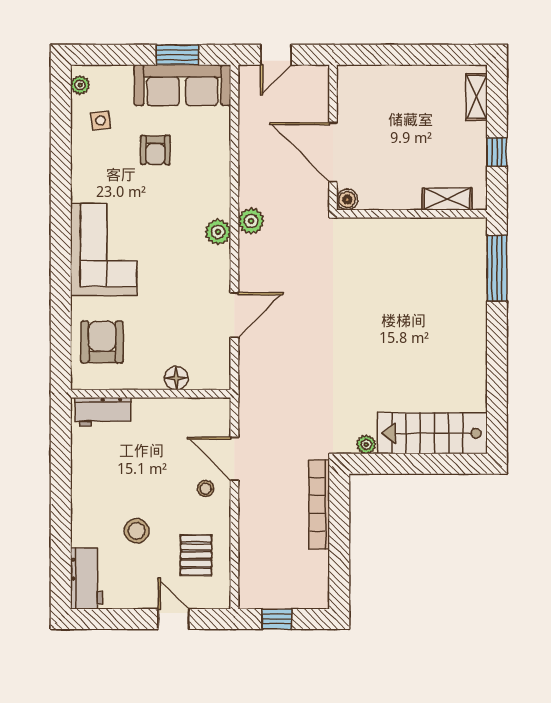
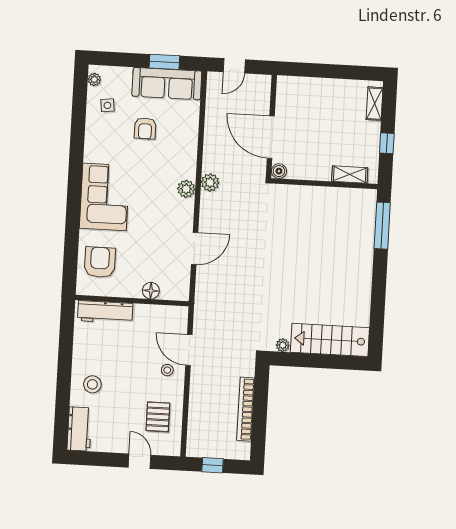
workbench: (103, 412) -> (105, 312), width x1.38
bookcase: (319, 505) -> (246, 409), moved
stool: (137, 531) -> (92, 384), moved

